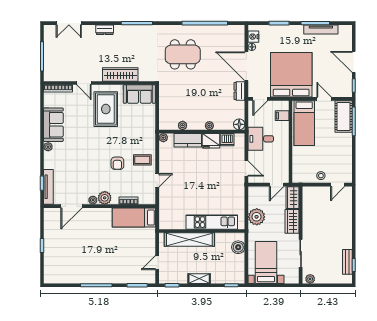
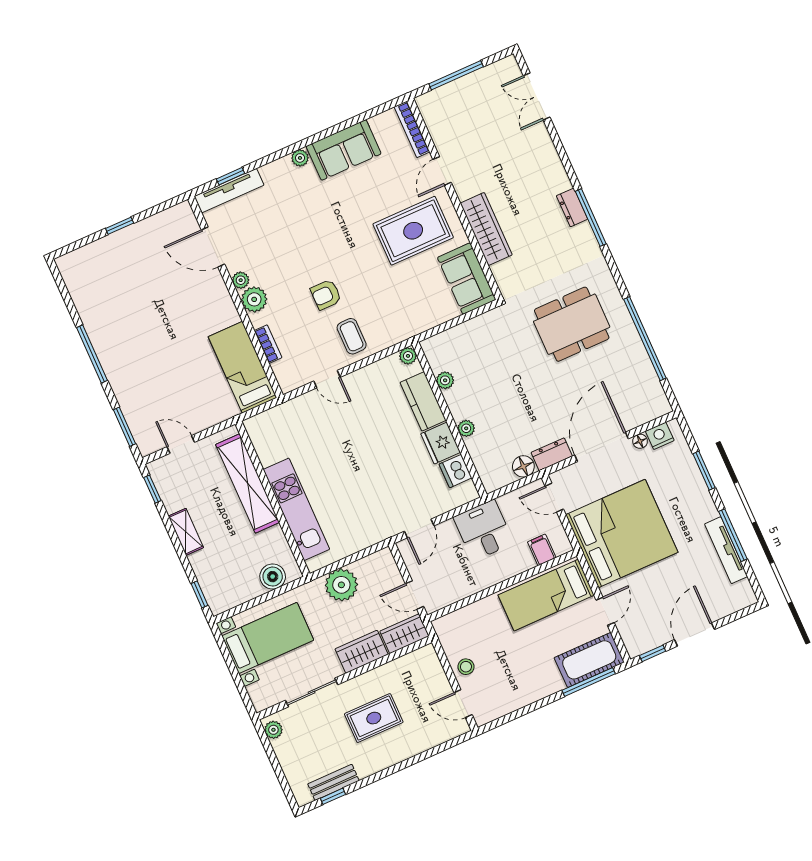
dresser: (105, 30) -> (572, 207), moved
dining table: (183, 54) -> (572, 324), turned 90
floor lamp: (239, 124) -> (523, 466), moved
rug: (326, 230) -> (374, 718), added

